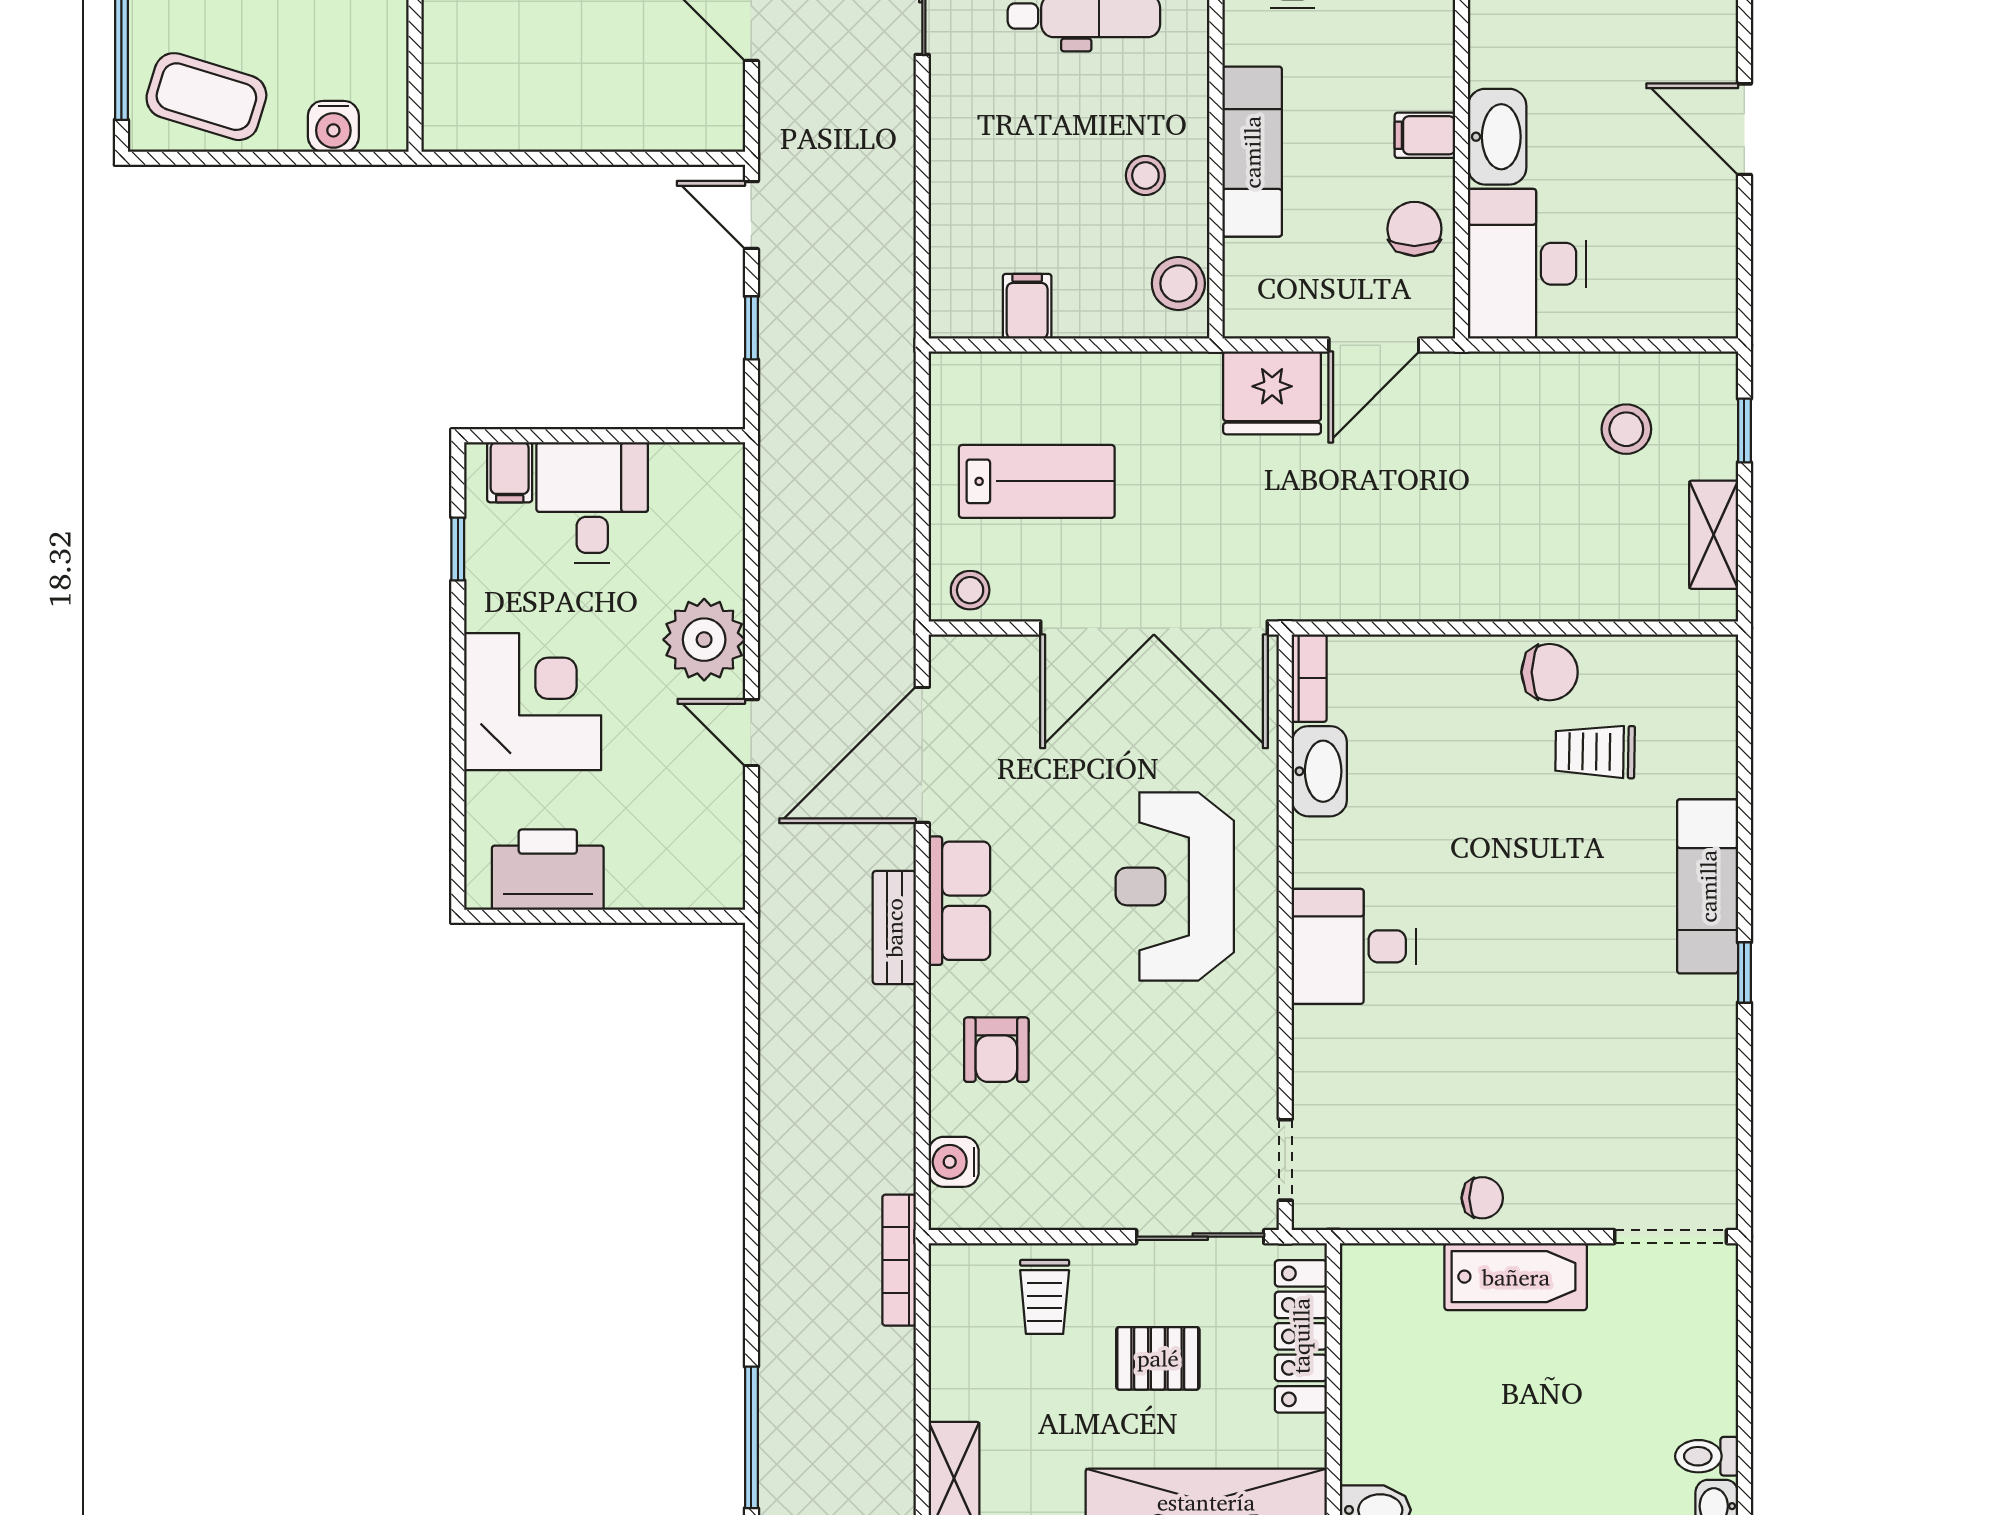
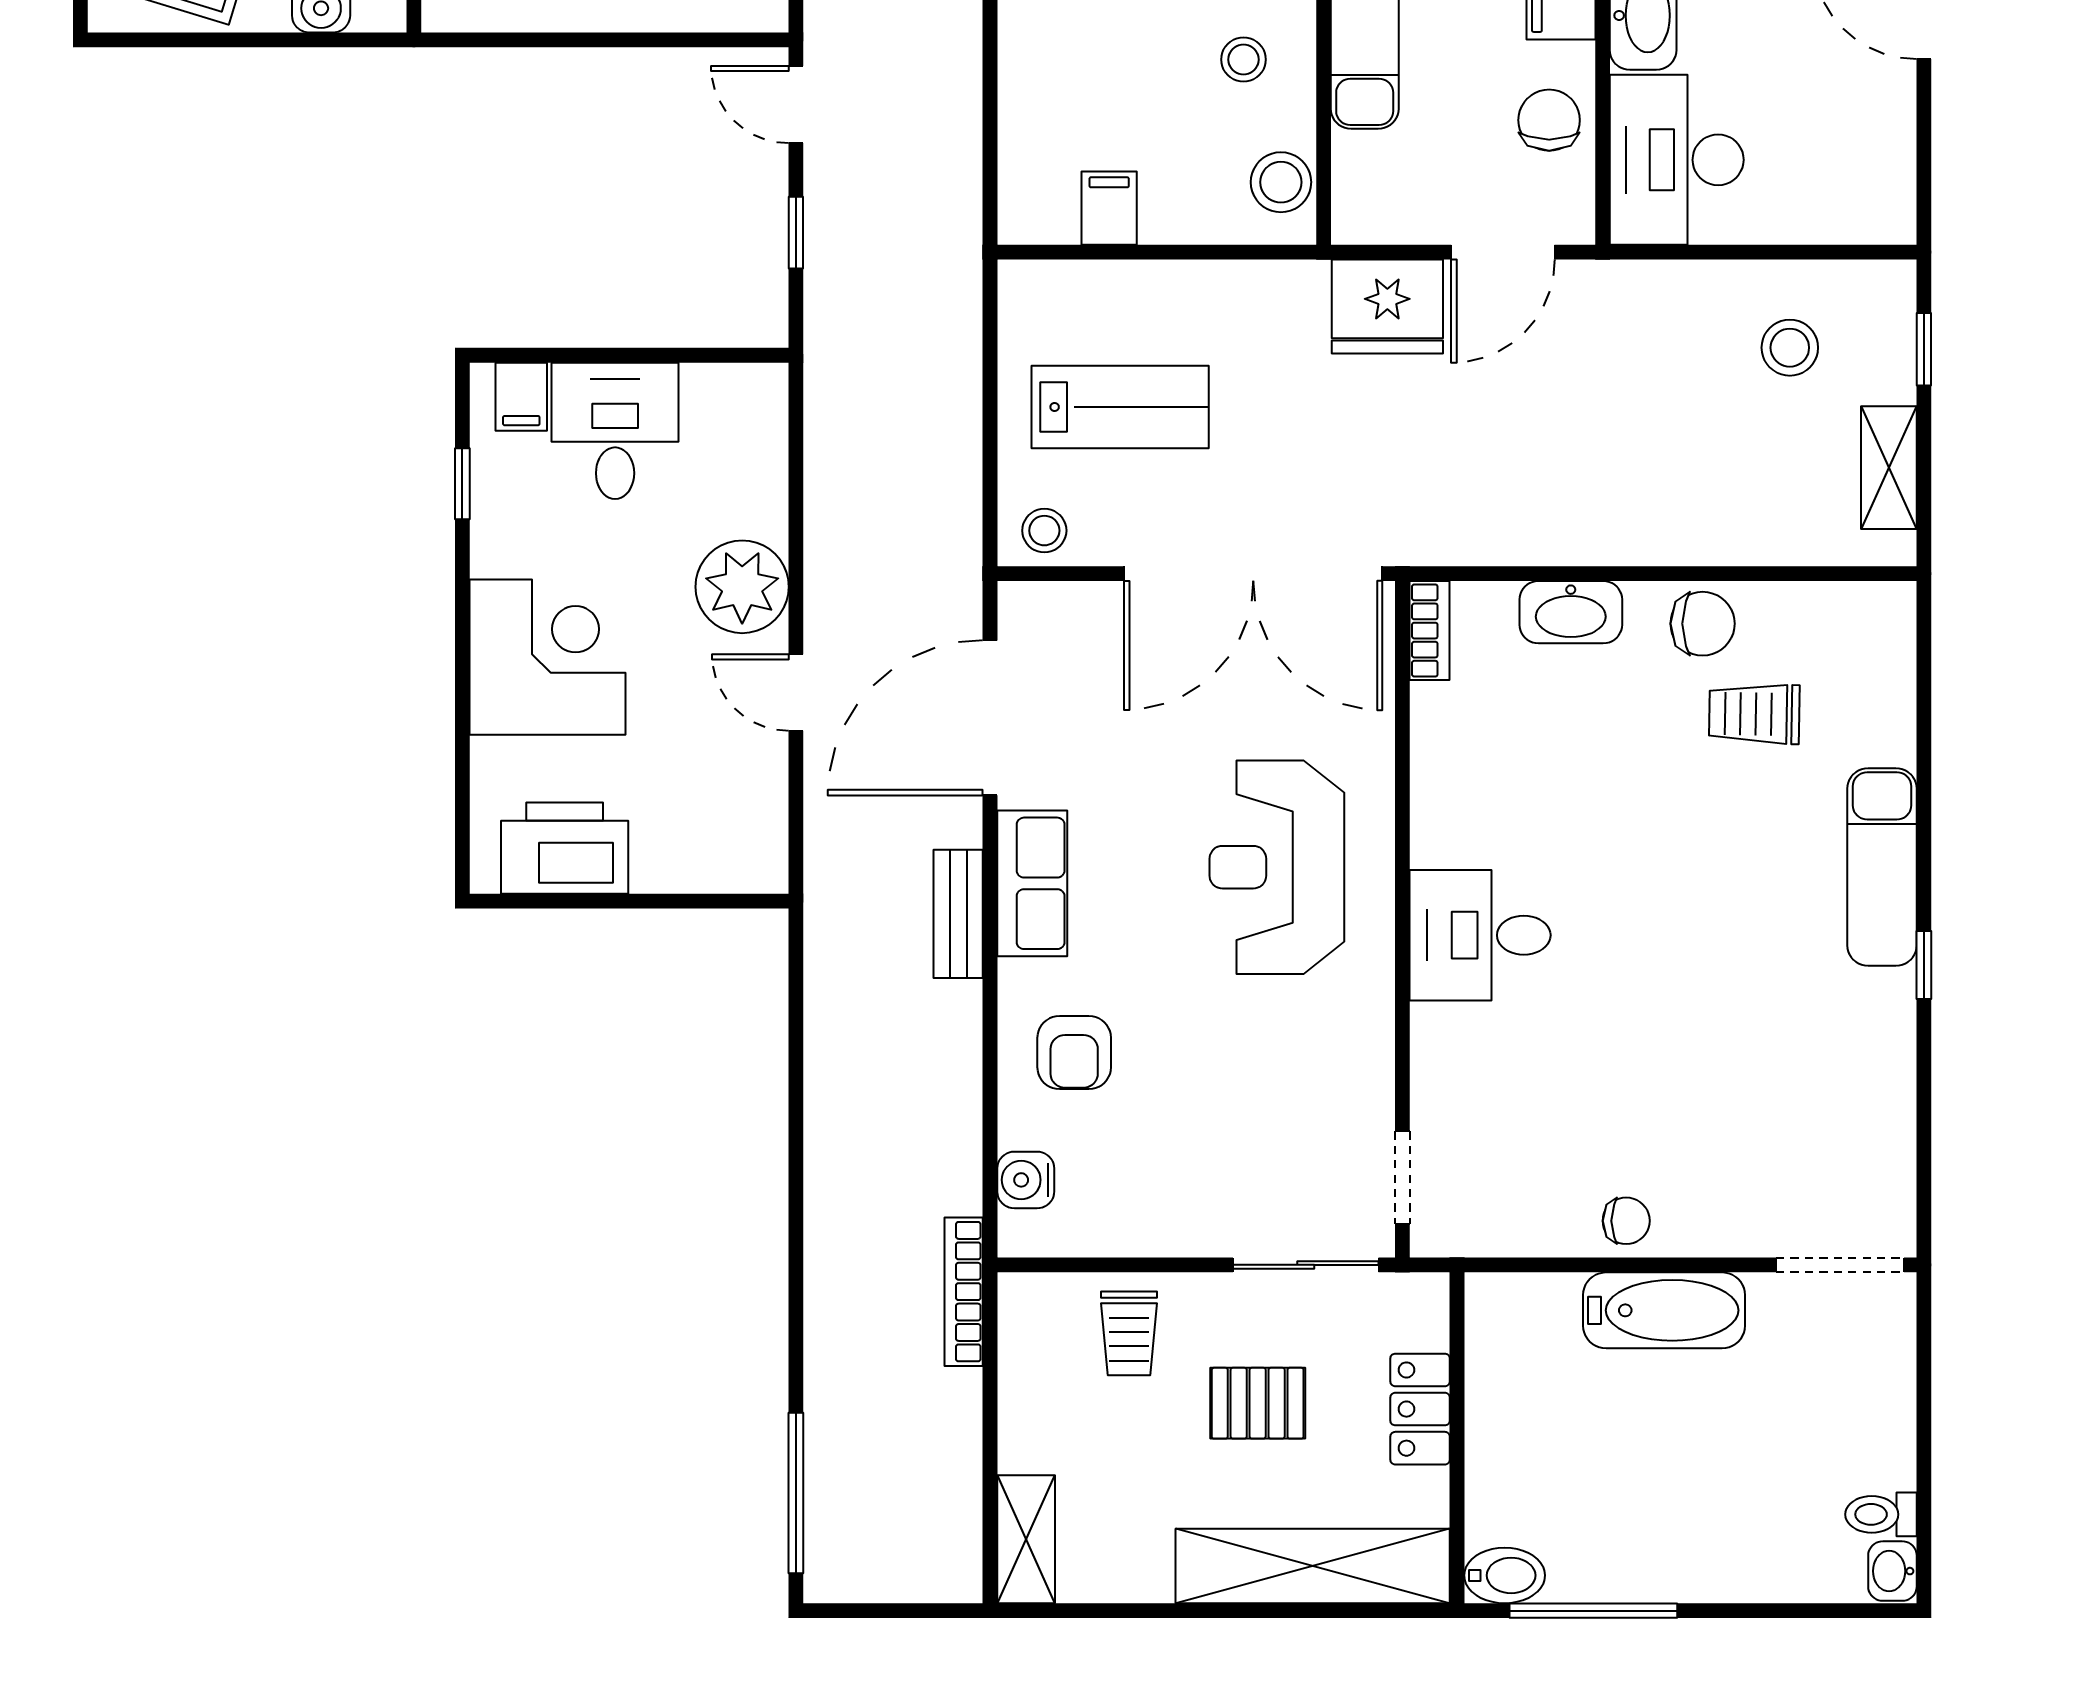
washbasin: (1319, 771) -> (1571, 612), moved, turned 90
locker: (1301, 1336) -> (1420, 1409), width x0.66

